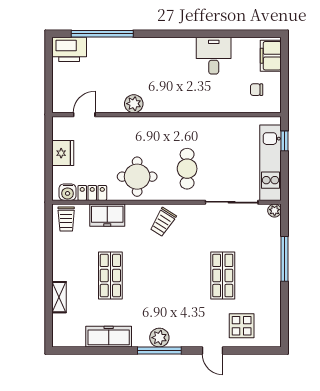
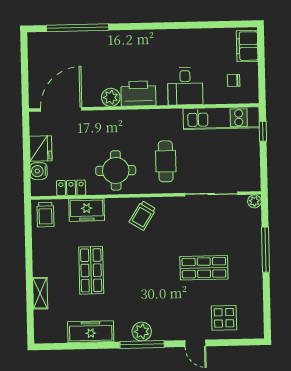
printer: (69, 49) -> (138, 94), moved, turned 180
desk: (214, 56) -> (185, 86), moved, turned 180
door: (84, 115) -> (61, 109), width x1.87
kitchen unit: (271, 163) -> (221, 118), moved, turned -90
water cooler: (68, 192) -> (39, 171), moved, turned 90
shop shelf: (223, 275) -> (204, 268), turned 90

